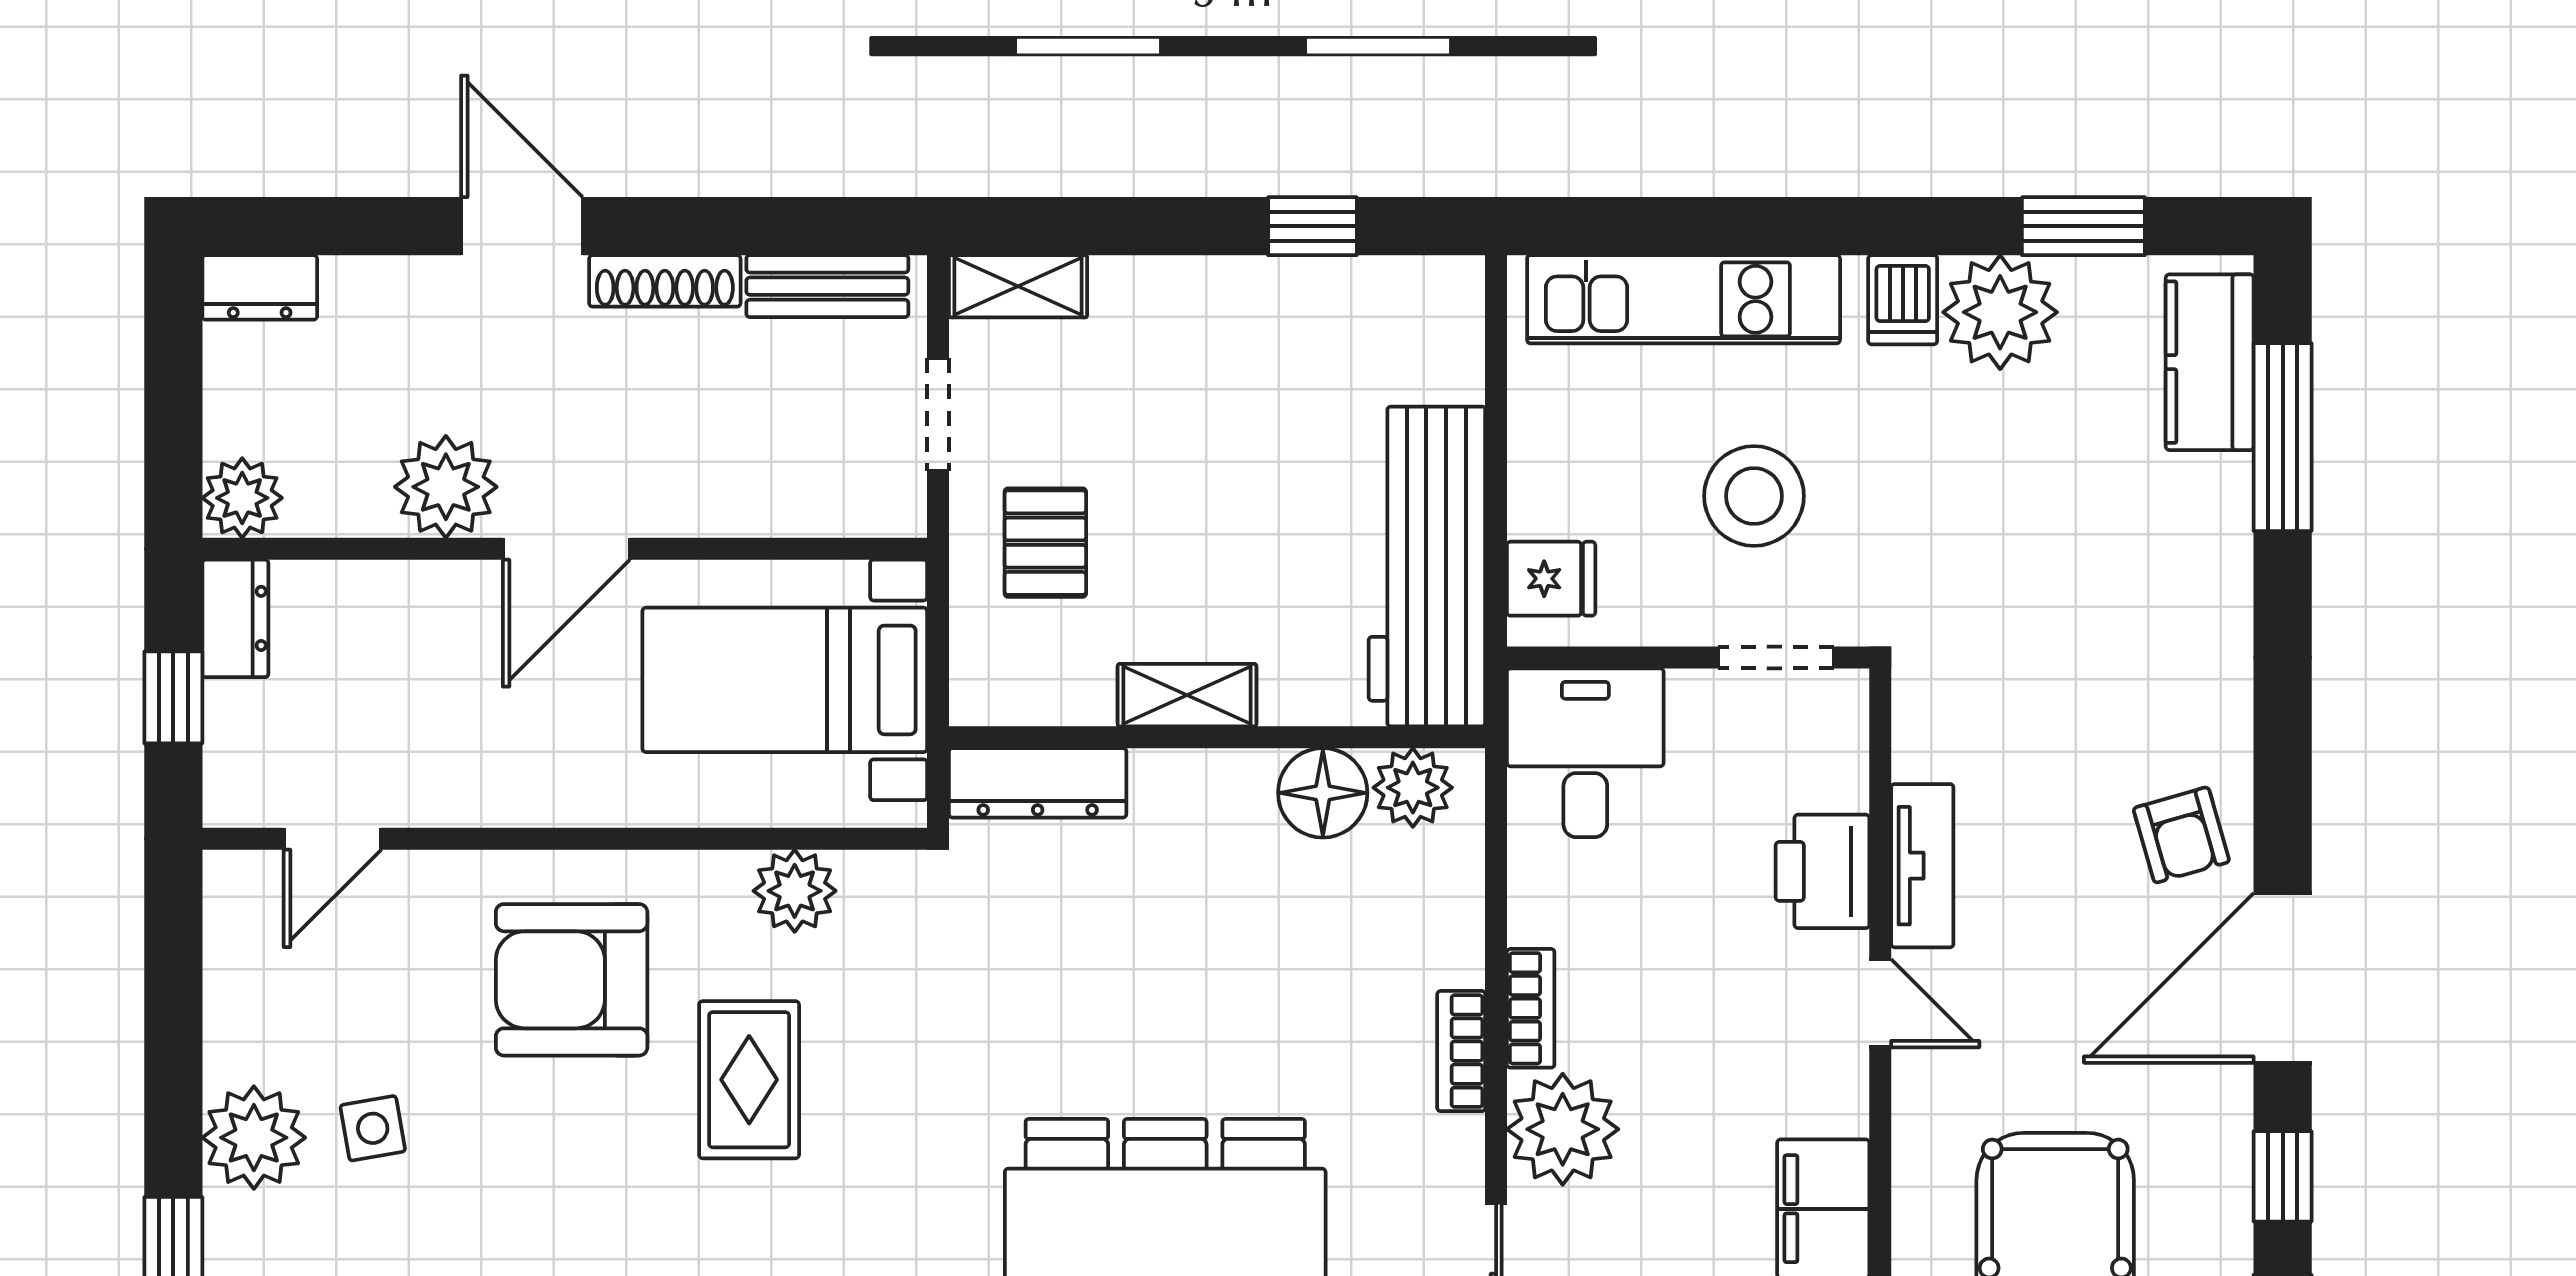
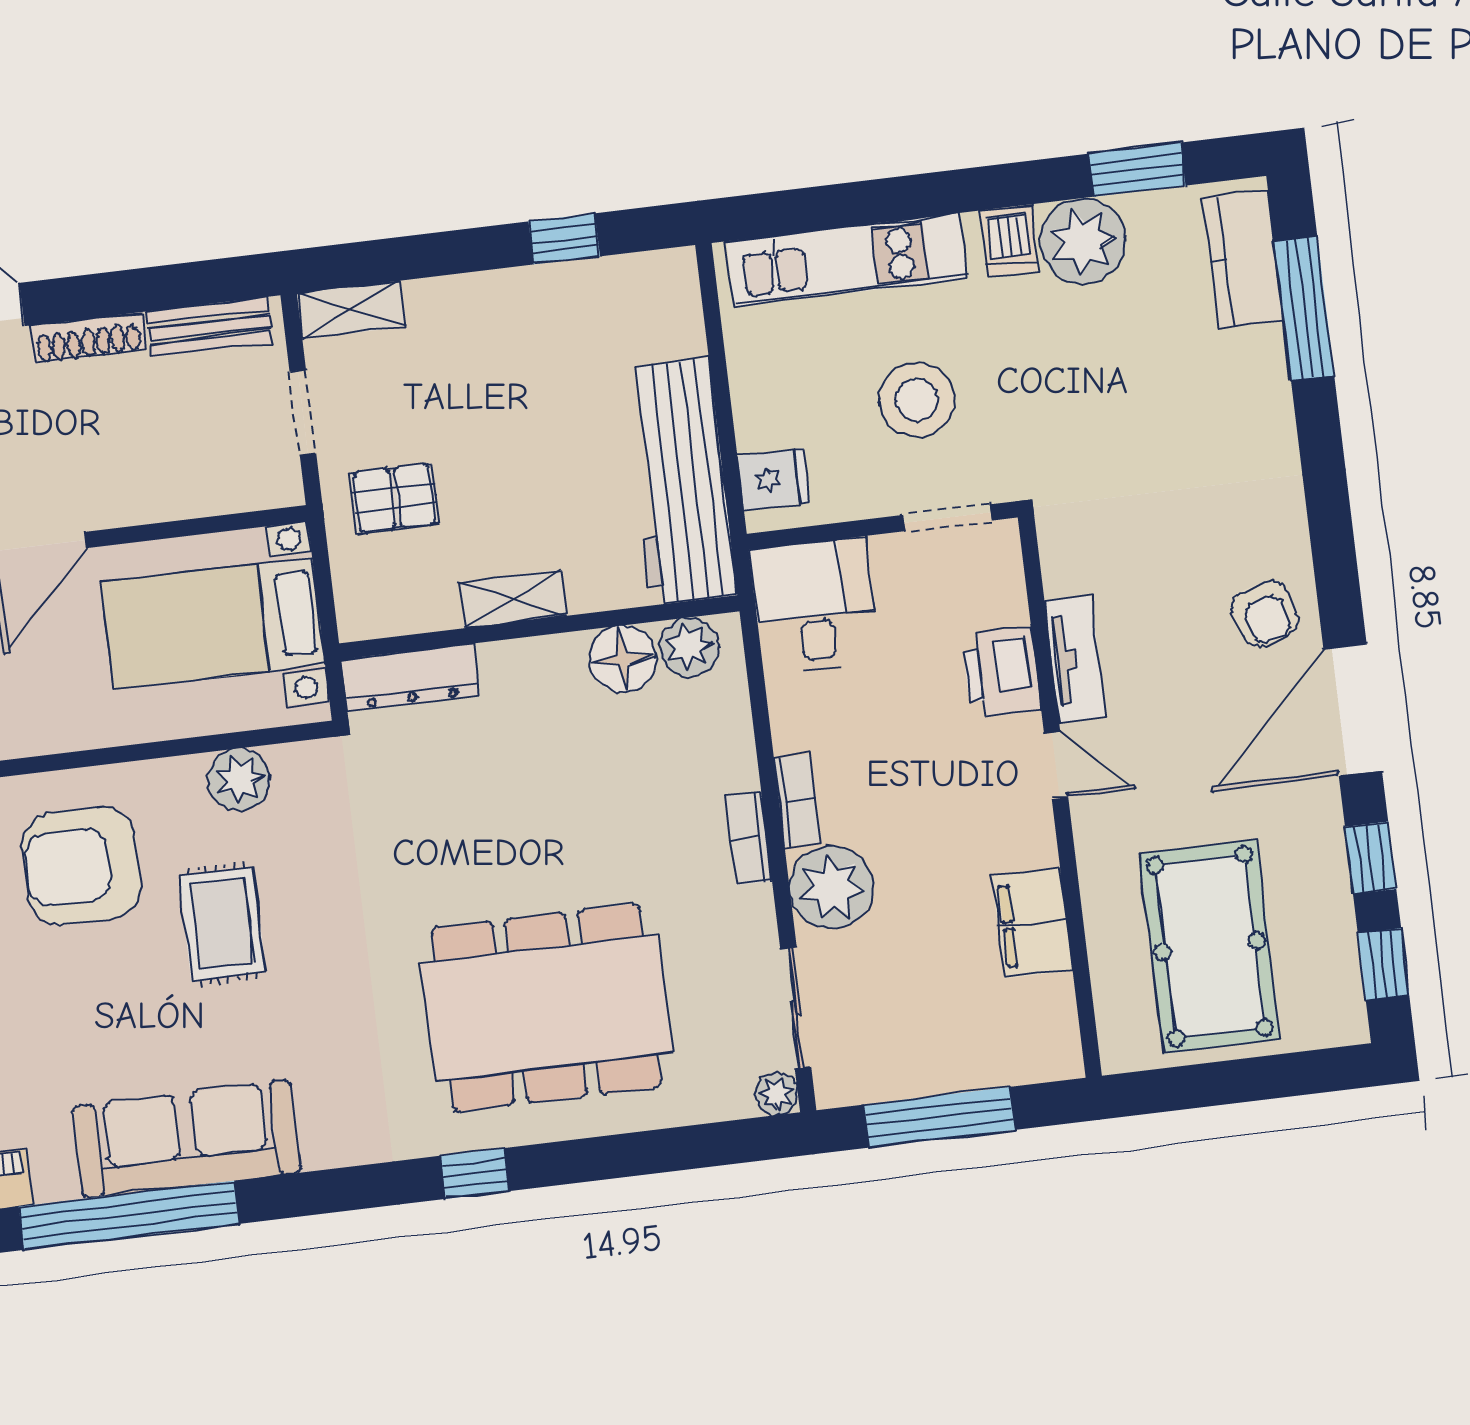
pallet: (1045, 543) -> (394, 498), turned 90

